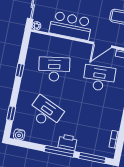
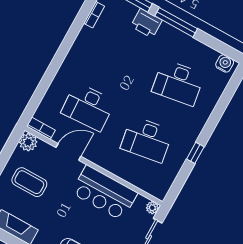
desk: (45, 112) -> (178, 83), turned -33
window: (11, 113) -> (227, 97), removed
printer: (67, 142) -> (146, 23), moved

